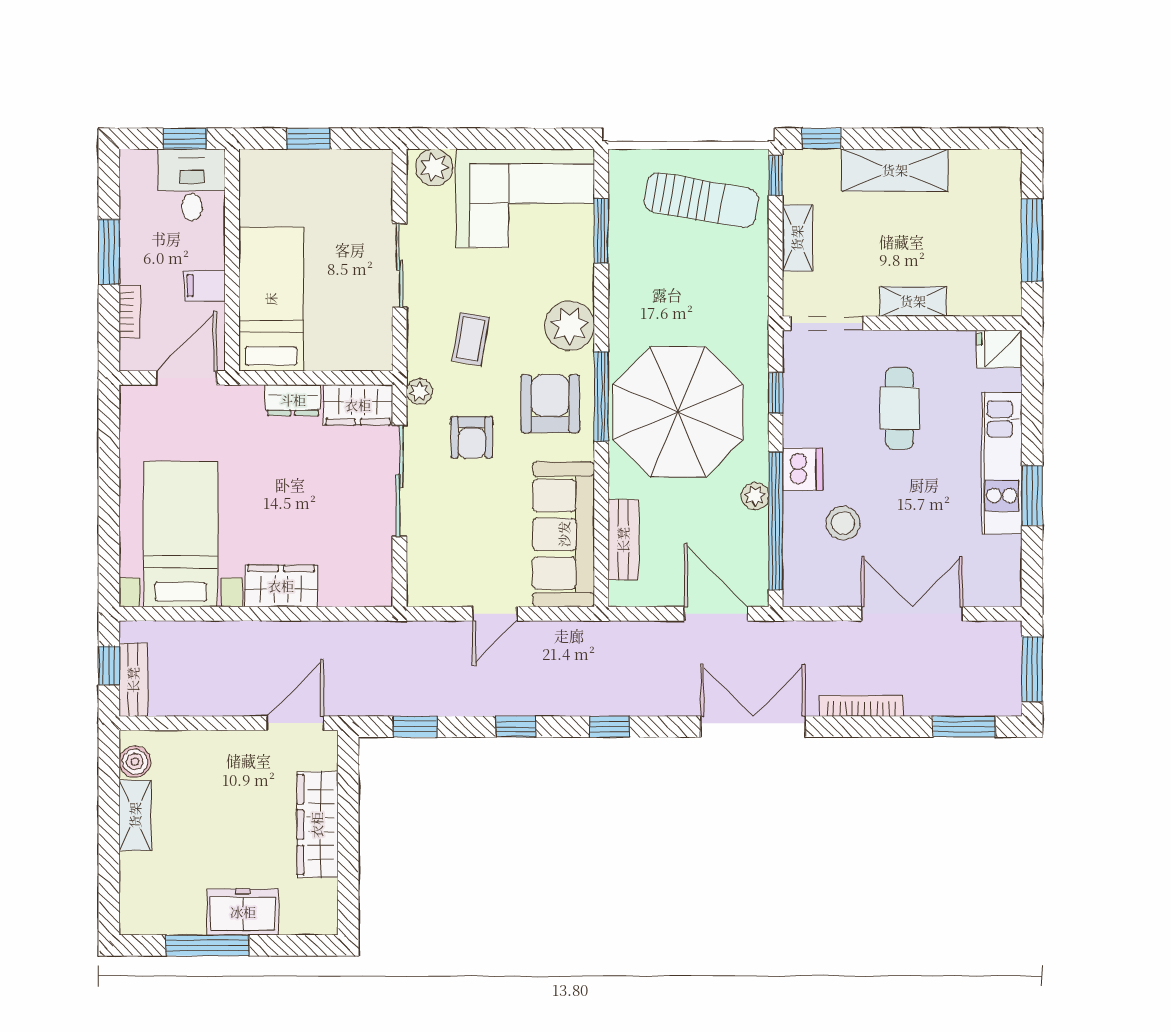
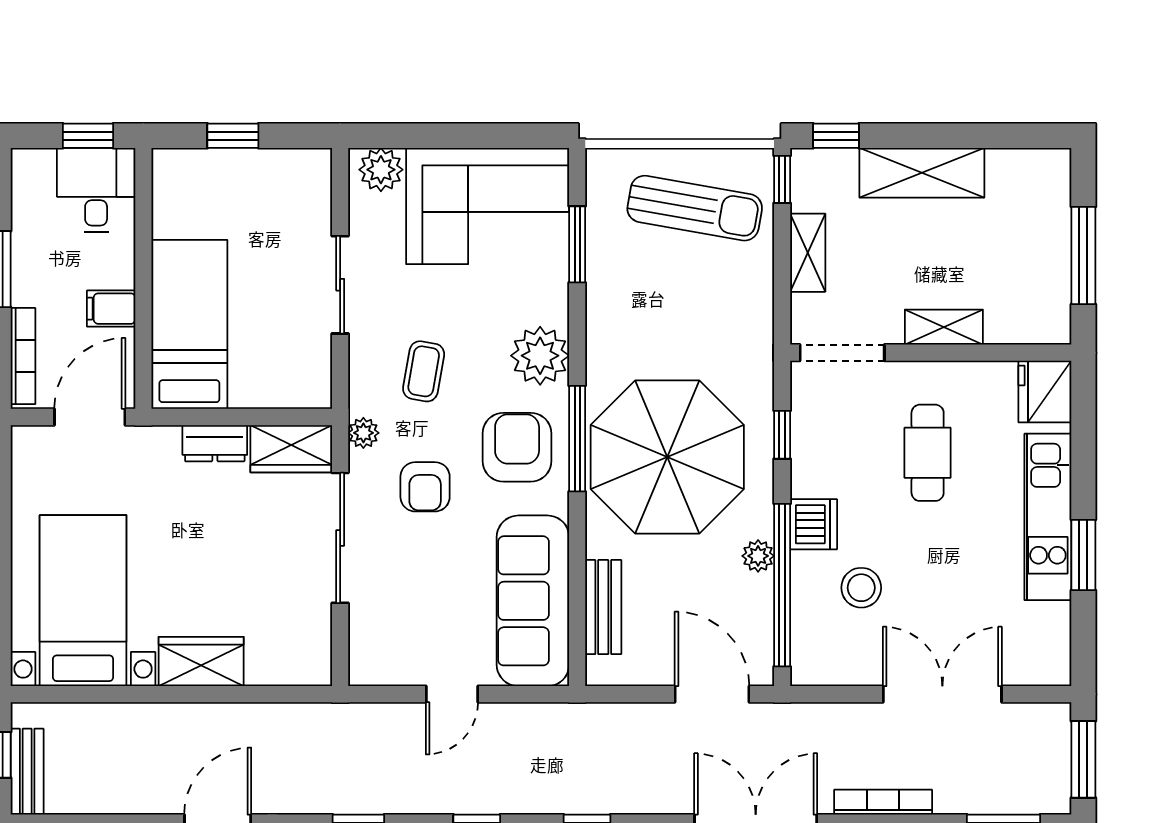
bookcase: (130, 311) -> (23, 356), width x1.56
fridge: (999, 349) -> (1045, 392), width x1.38

